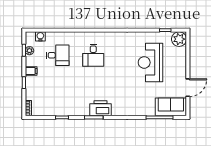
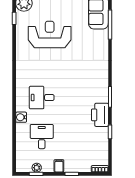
water cooler: (40, 36) -> (21, 117), moved
desk: (93, 55) -> (42, 98), turned 180
reception desk: (151, 62) -> (50, 35), turned 180
printer: (101, 108) -> (100, 115), moved

